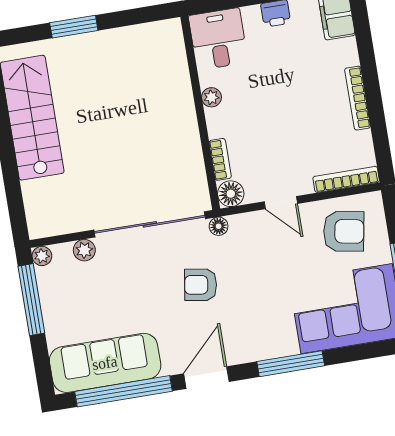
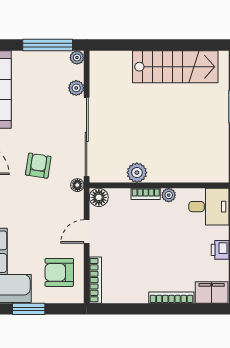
bookcase: (358, 98) -> (171, 298), moved
plant: (188, 147) -> (137, 173), added
bookcase: (220, 159) -> (146, 194), moved
armchair: (344, 231) -> (59, 272), turned 80

